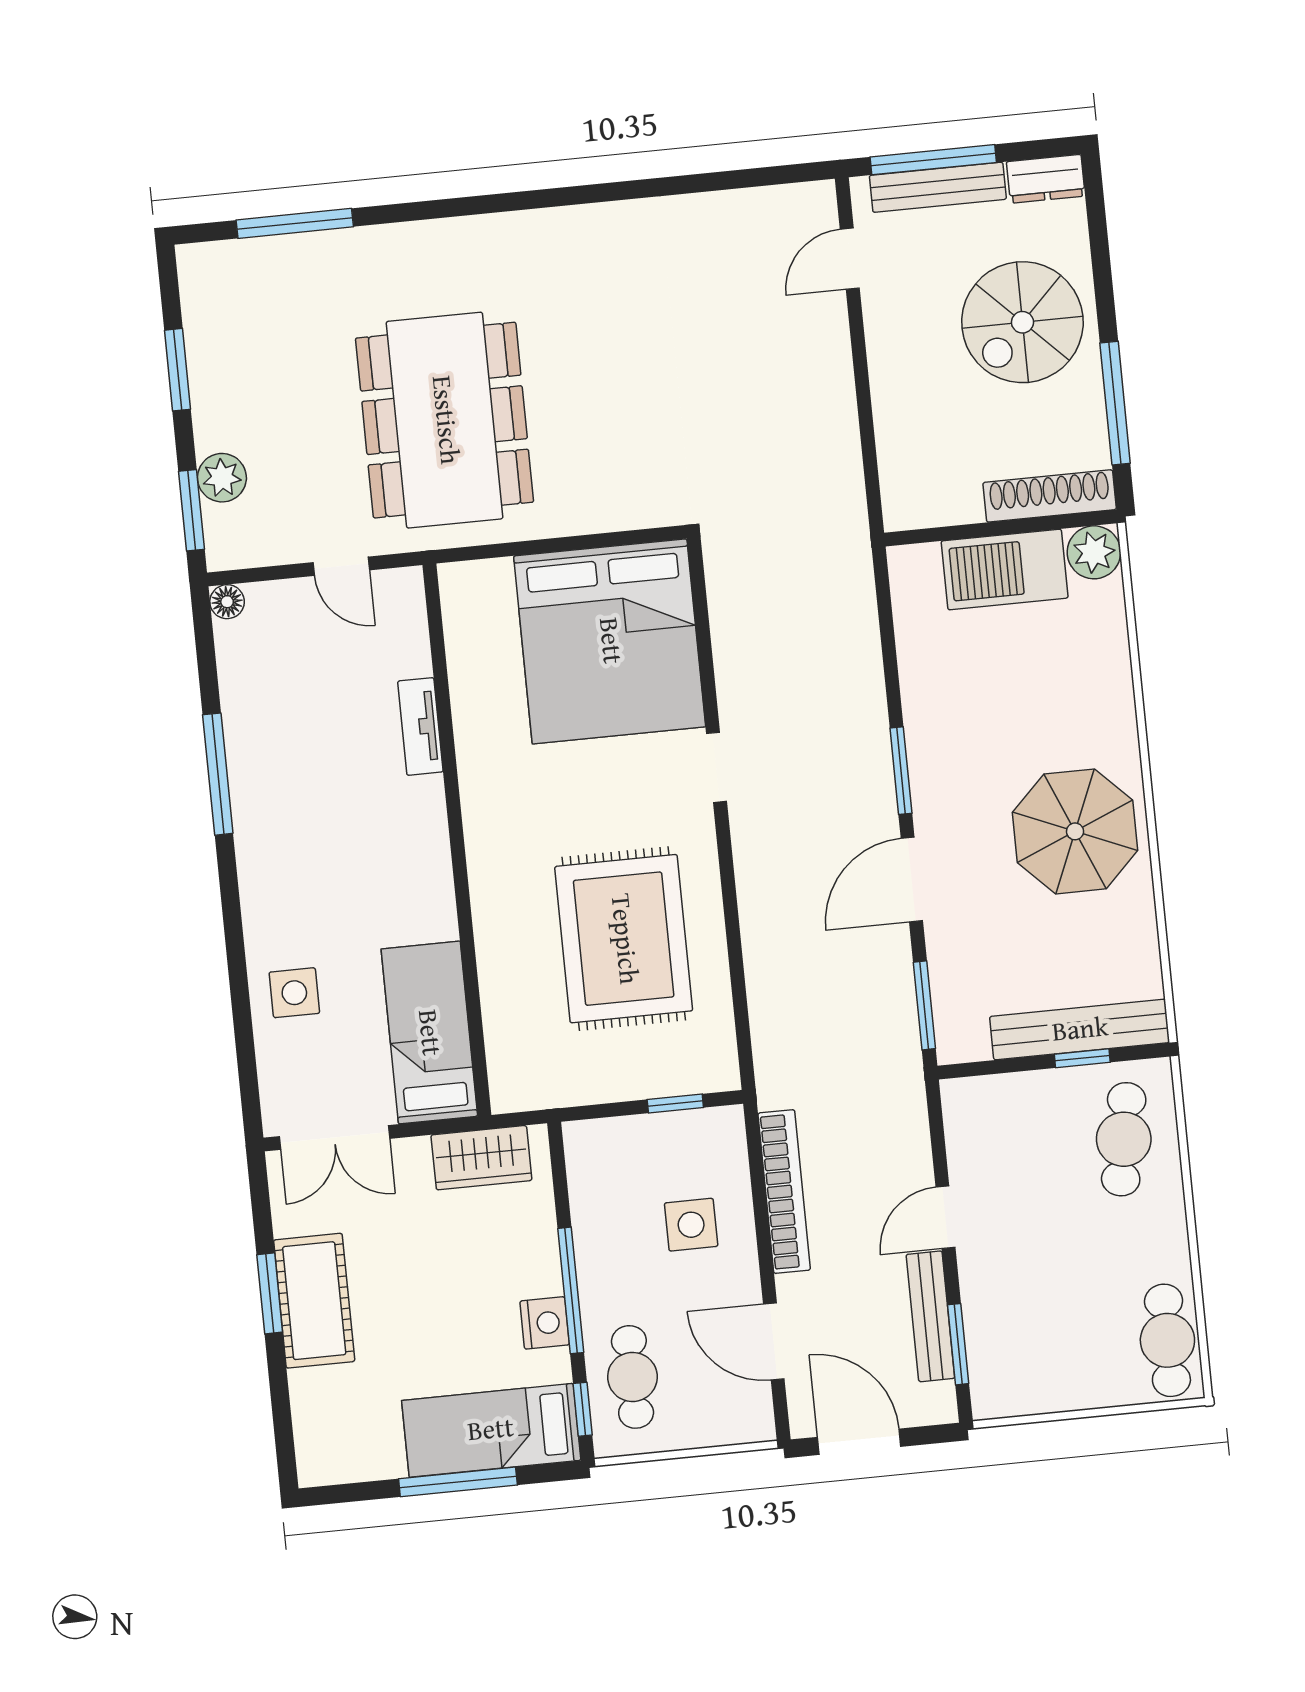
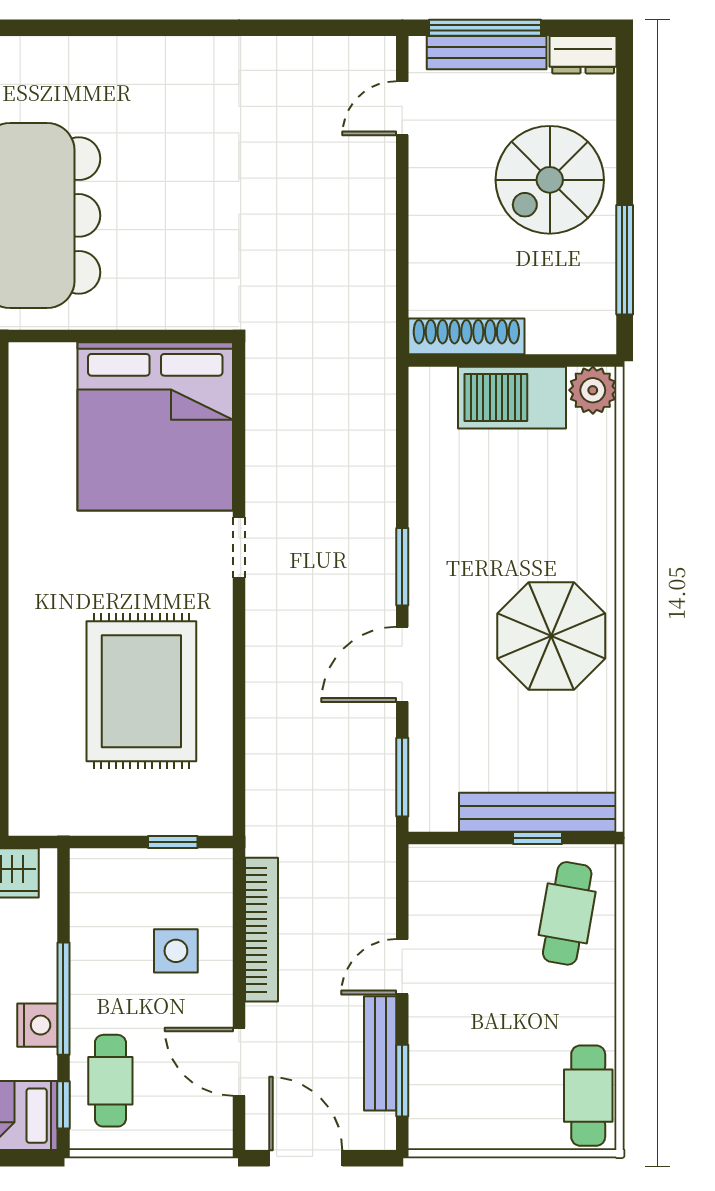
shoe rack: (1050, 496) -> (466, 336), moved

